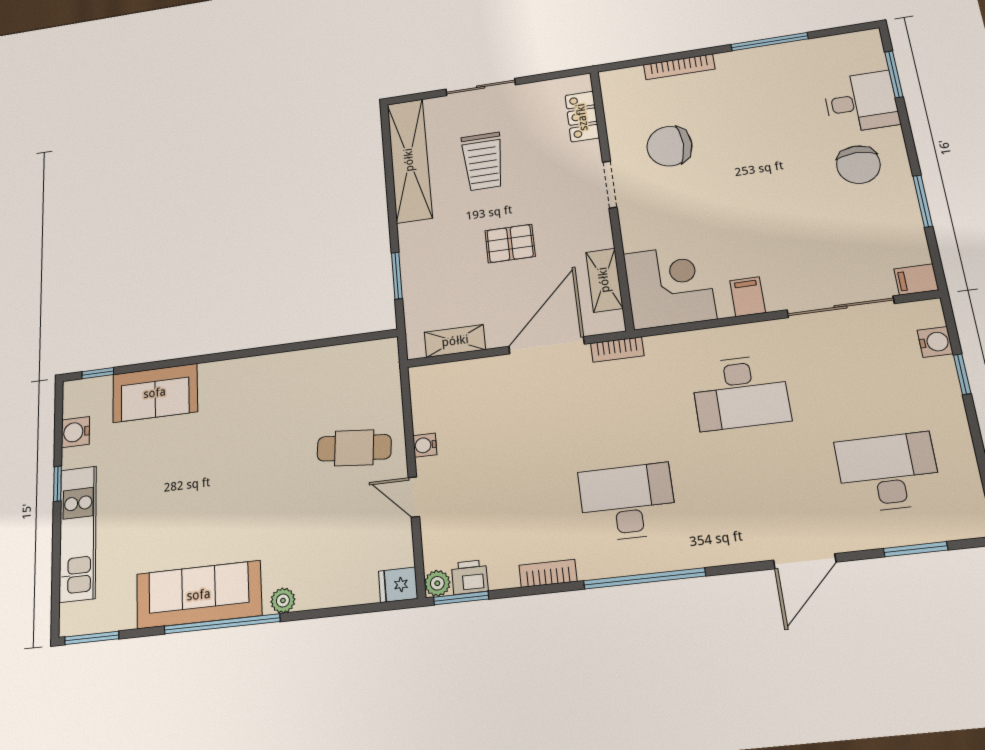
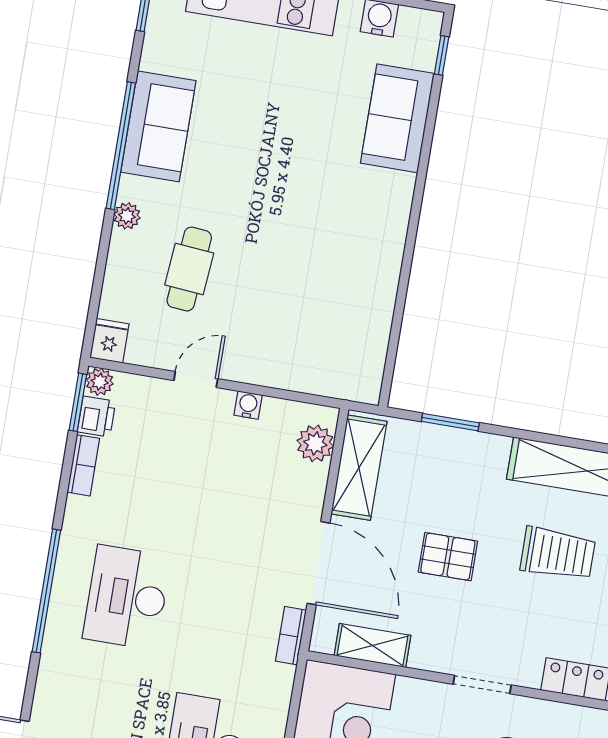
trolley: (483, 161) -> (558, 554), turned 180
pallet: (510, 244) -> (448, 557), turned 90
shelving: (455, 341) -> (359, 468), width x1.50, depth x1.33
plant: (443, 379) -> (315, 443), added
cafe table: (354, 448) -> (189, 269), moved
desk: (627, 502) -> (127, 597), turned 180
bookcase: (548, 573) -> (83, 465), moved
sofa: (199, 595) -> (158, 126), width x0.73

